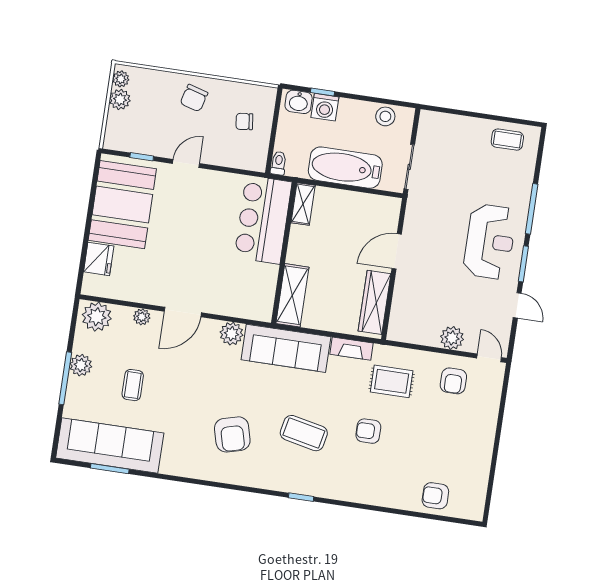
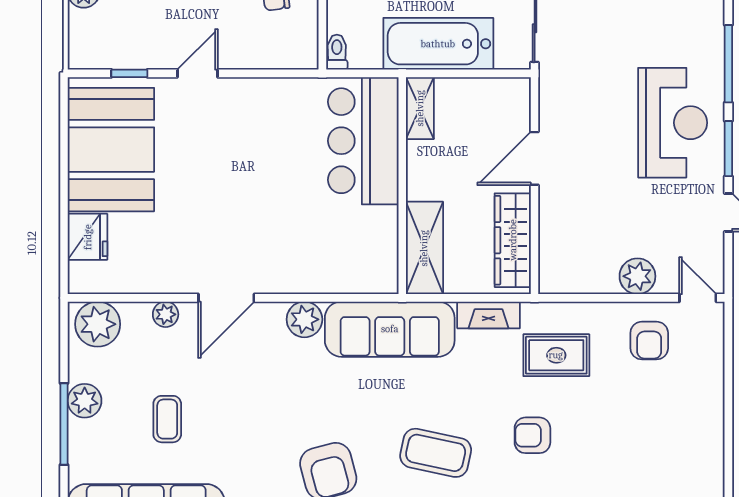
shelving: (303, 204) -> (420, 108), moved
bar counter: (263, 220) -> (363, 141), moved
wall: (284, 253) -> (402, 186), moved
shelving: (292, 295) -> (424, 248), moved

